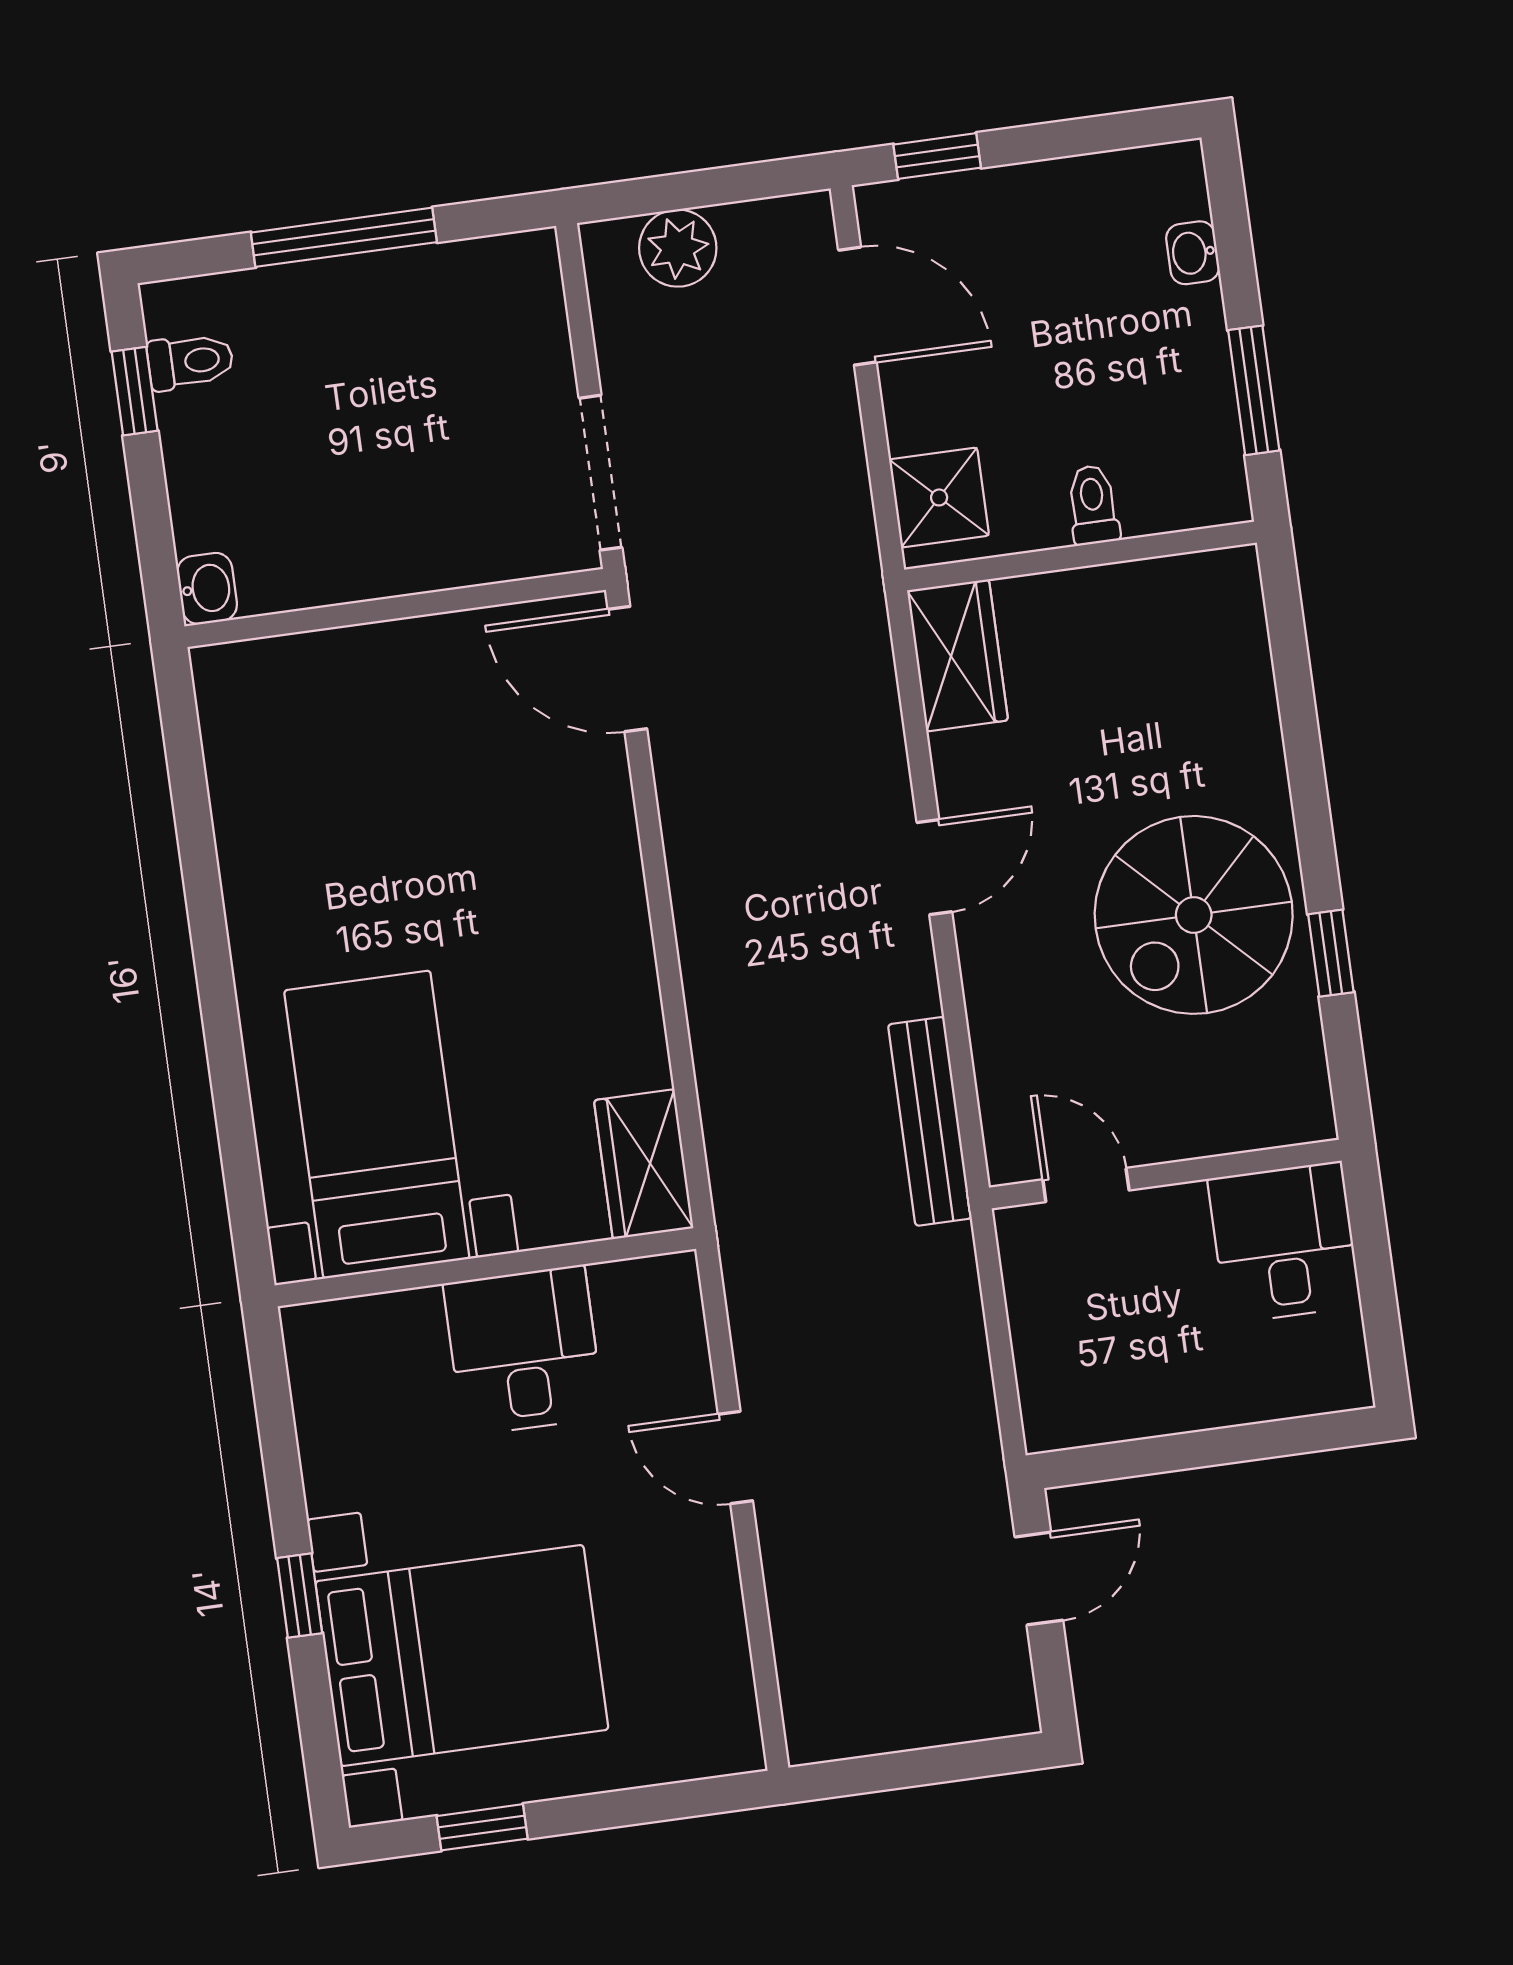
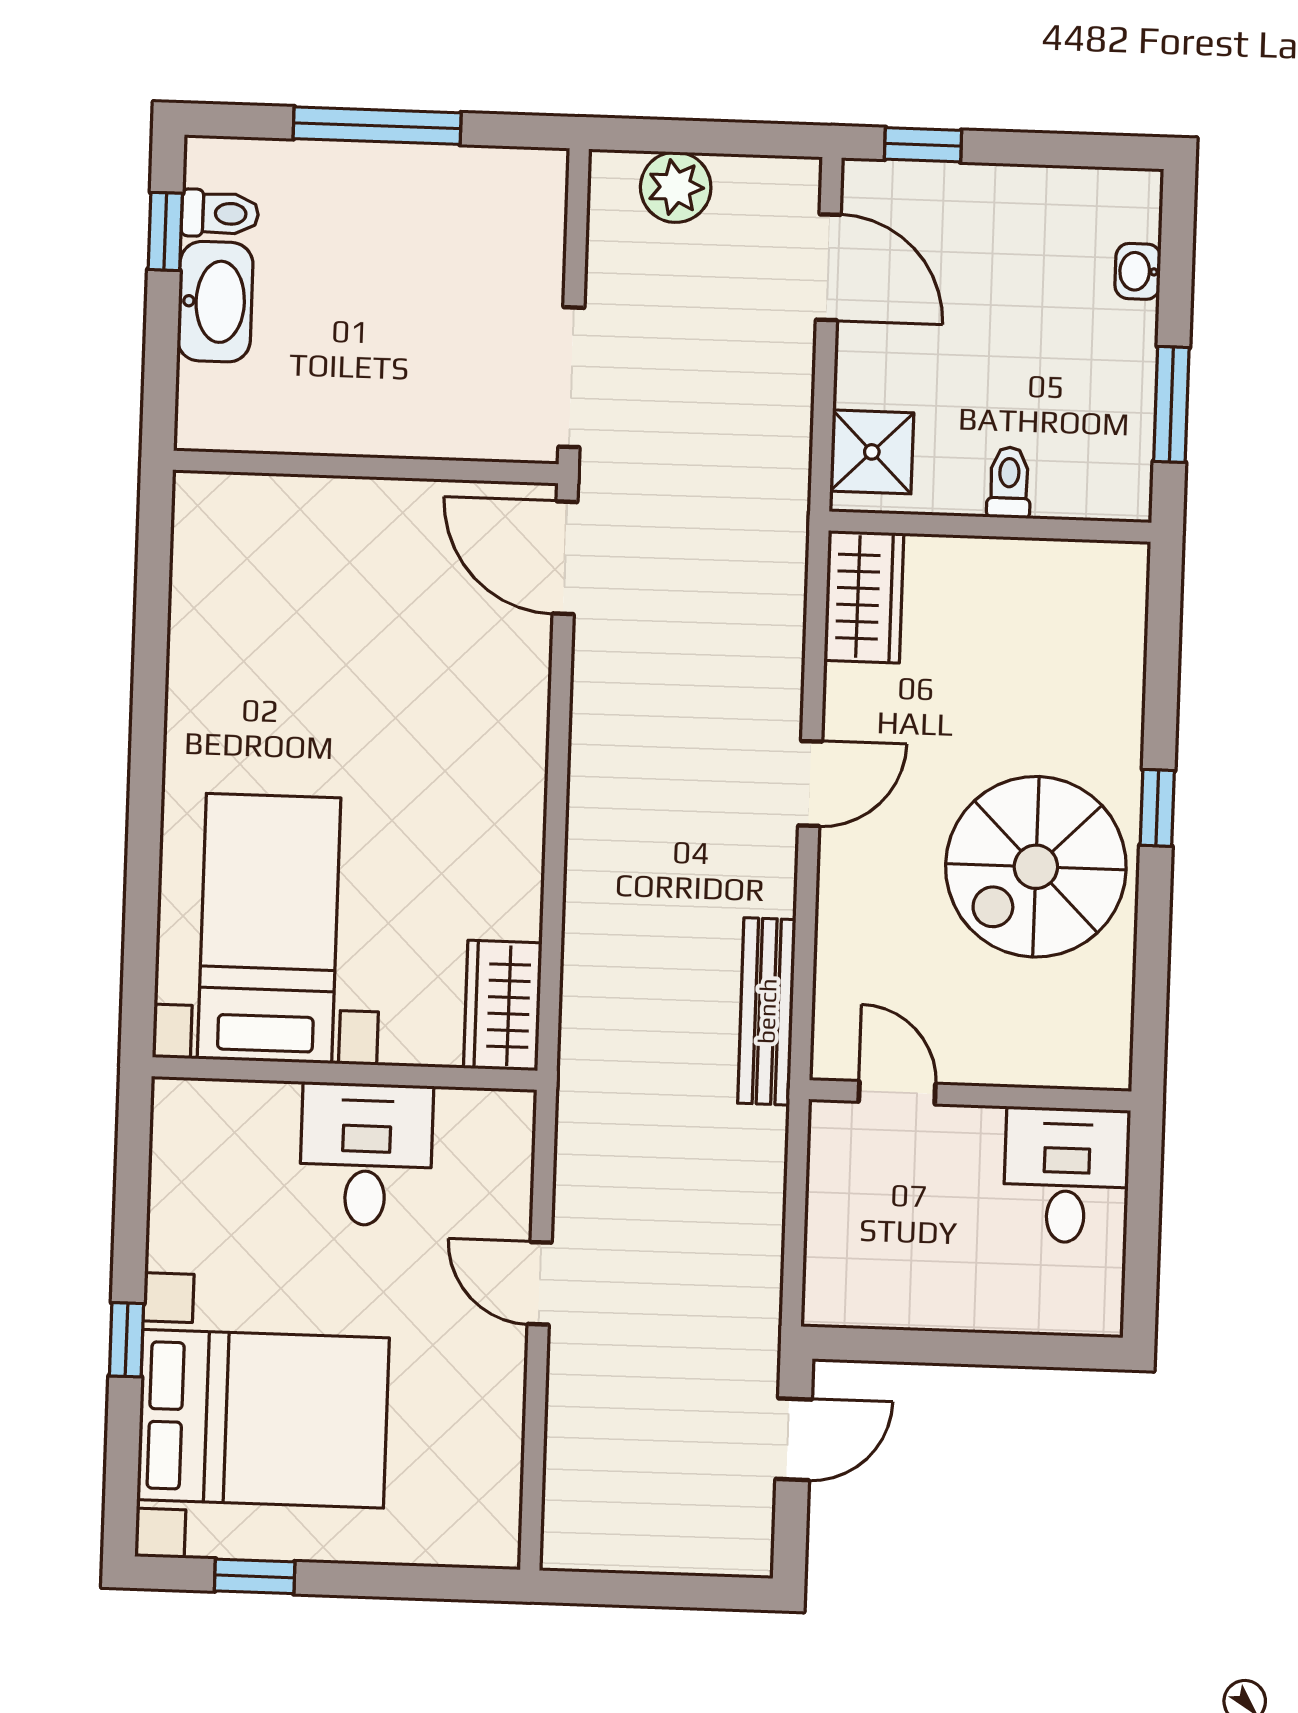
washbasin: (207, 588) -> (215, 302), moved, width x1.91, depth x1.45
window: (1331, 953) -> (1157, 808), moved

